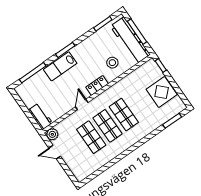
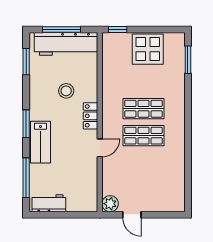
stool: (112, 63) -> (66, 91), moved
door: (82, 105) -> (100, 148), swing flipped
workbench: (40, 116) -> (49, 203), moved
shop shelf: (91, 137) -> (144, 163), removed
door: (55, 152) -> (132, 215), hinge flipped

